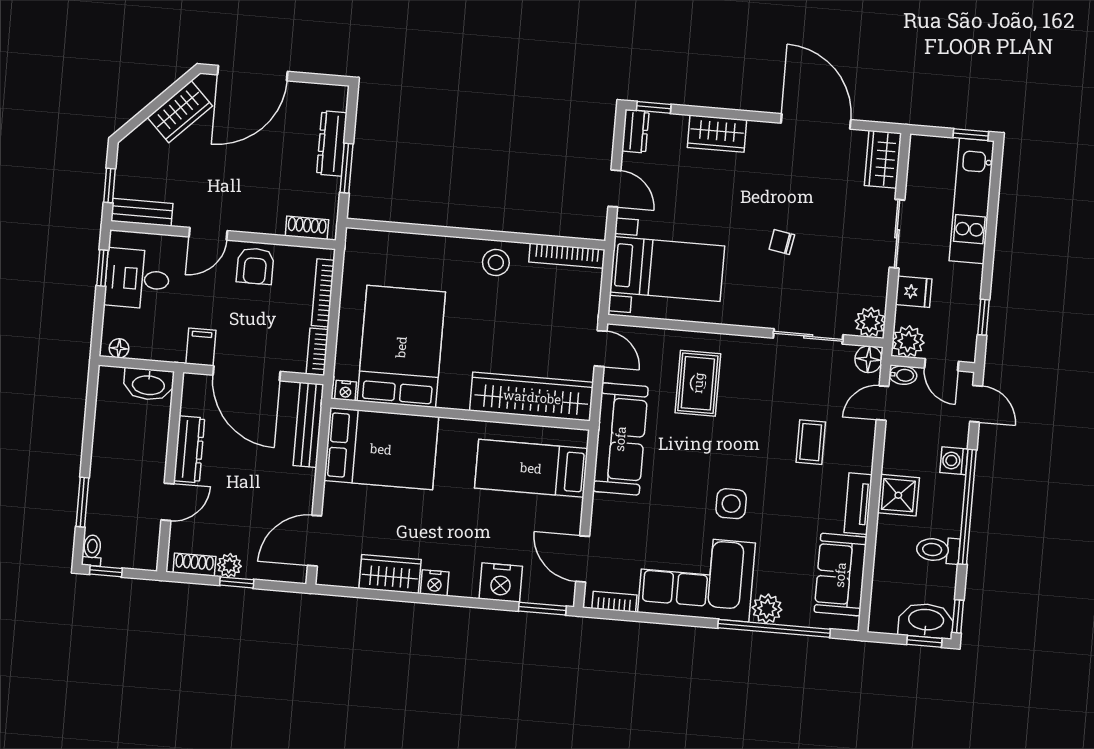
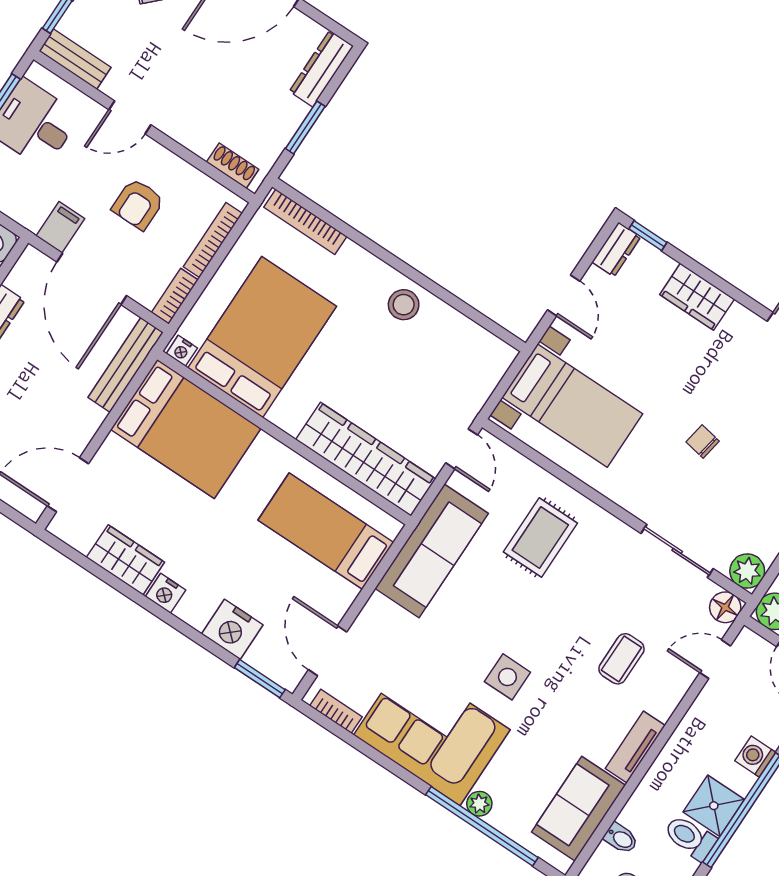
dresser: (332, 143) -> (321, 69), moved
bookcase: (567, 256) -> (305, 222), moved
armchair: (255, 266) -> (138, 204), moved
bidet: (903, 375) -> (621, 838), moved
shower: (898, 495) -> (714, 806), moved
plant: (767, 609) -> (479, 804), width x0.73, depth x0.73

